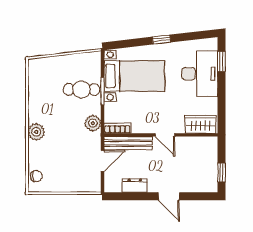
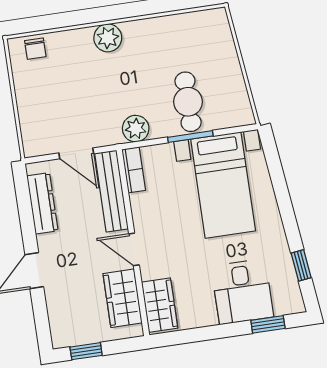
window: (161, 40) -> (301, 265), moved
desk: (200, 74) -> (242, 292), width x0.73
door: (165, 135) -> (134, 249), hinge flipped
wardrobe: (193, 146) -> (123, 298), added
dresser: (135, 185) -> (42, 203), width x1.44

